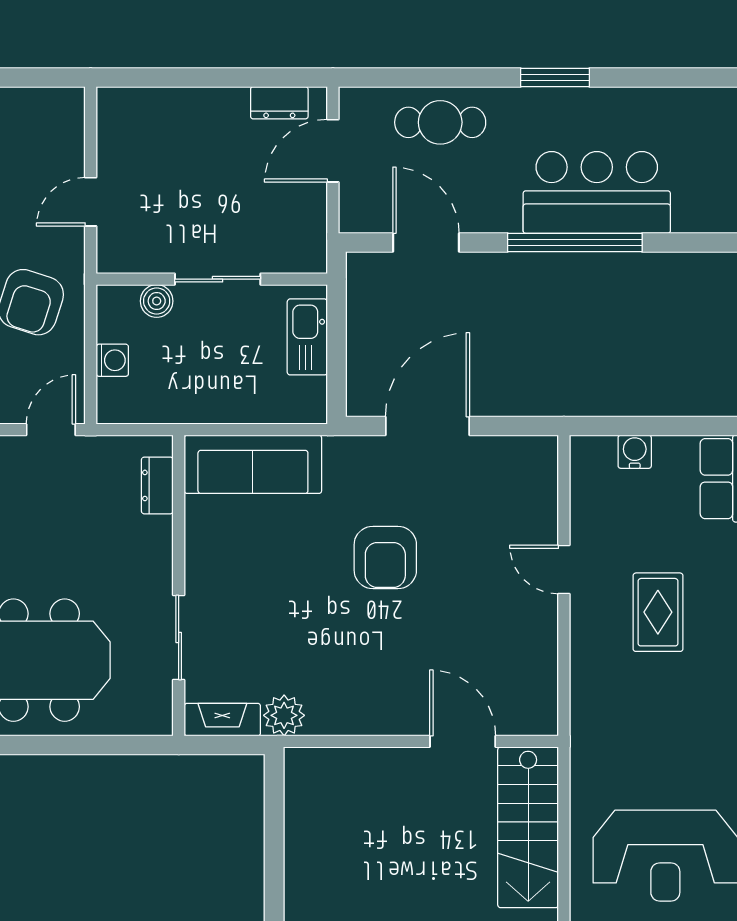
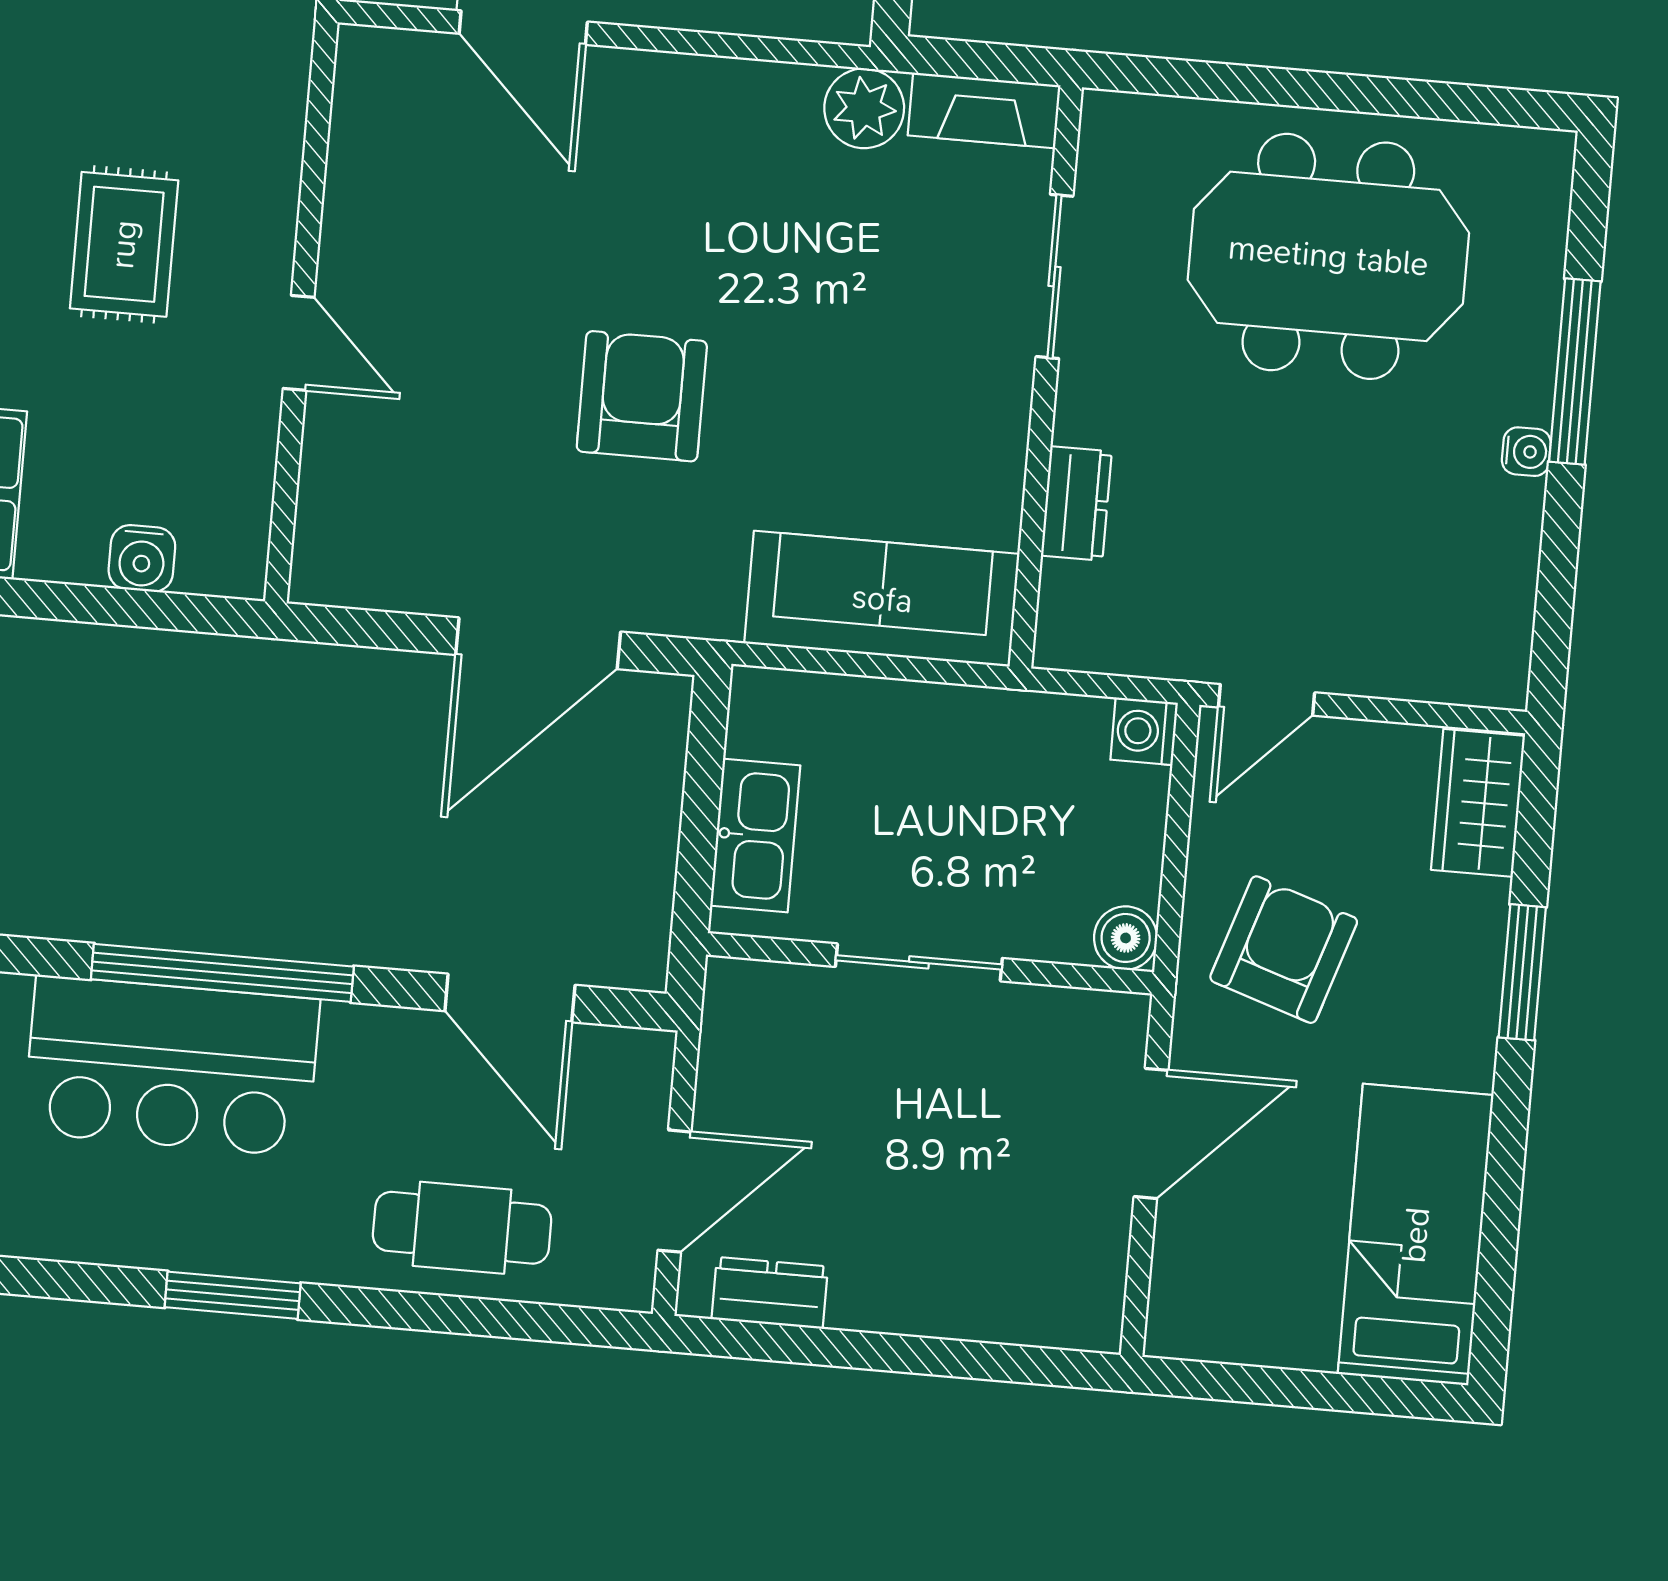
door: (91, 202) -> (1151, 1133), width x1.38
boiler: (157, 301) -> (1126, 938), moved
washing machine: (112, 360) -> (1144, 731), moved
dresser: (157, 485) -> (1076, 503), moved

